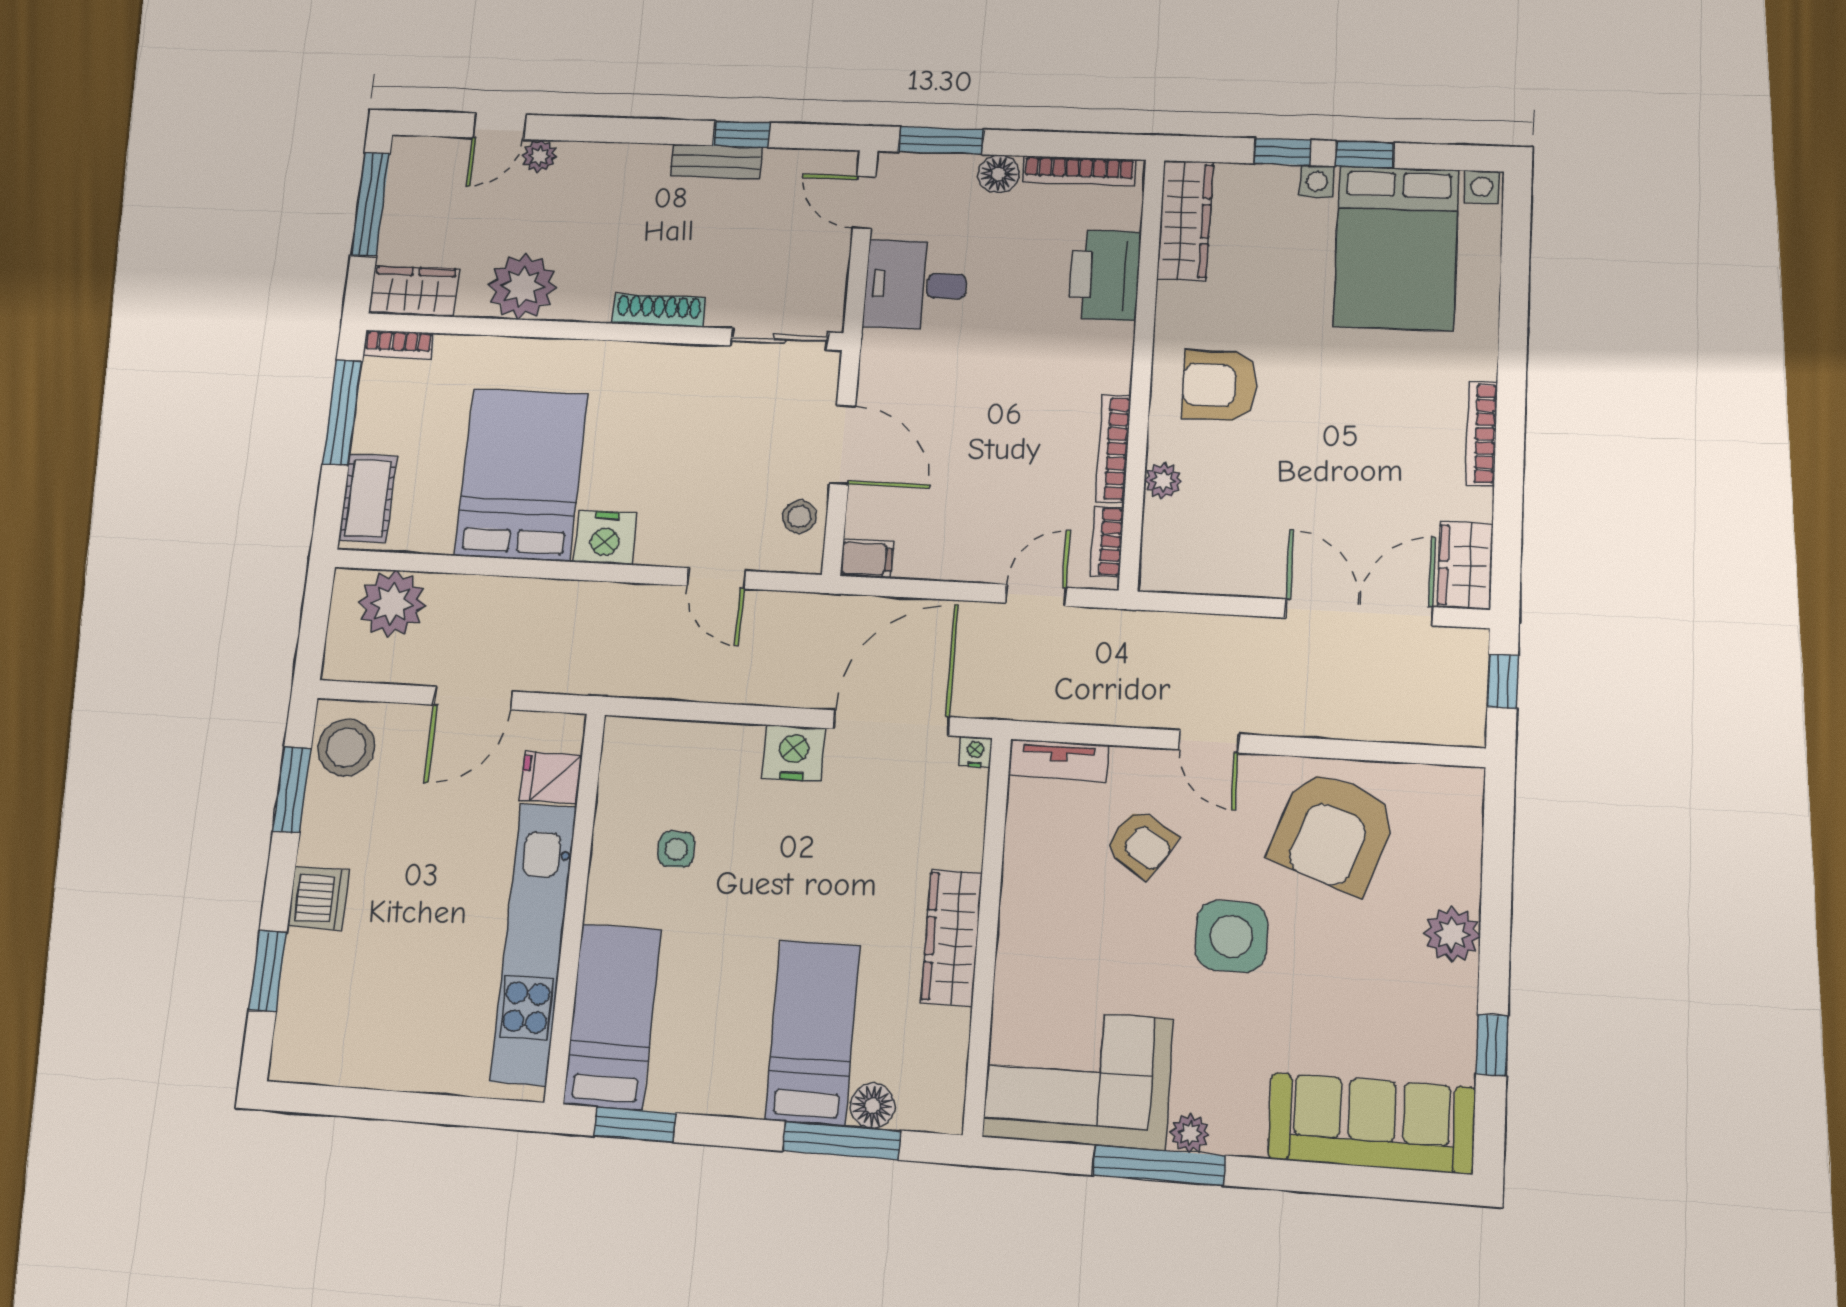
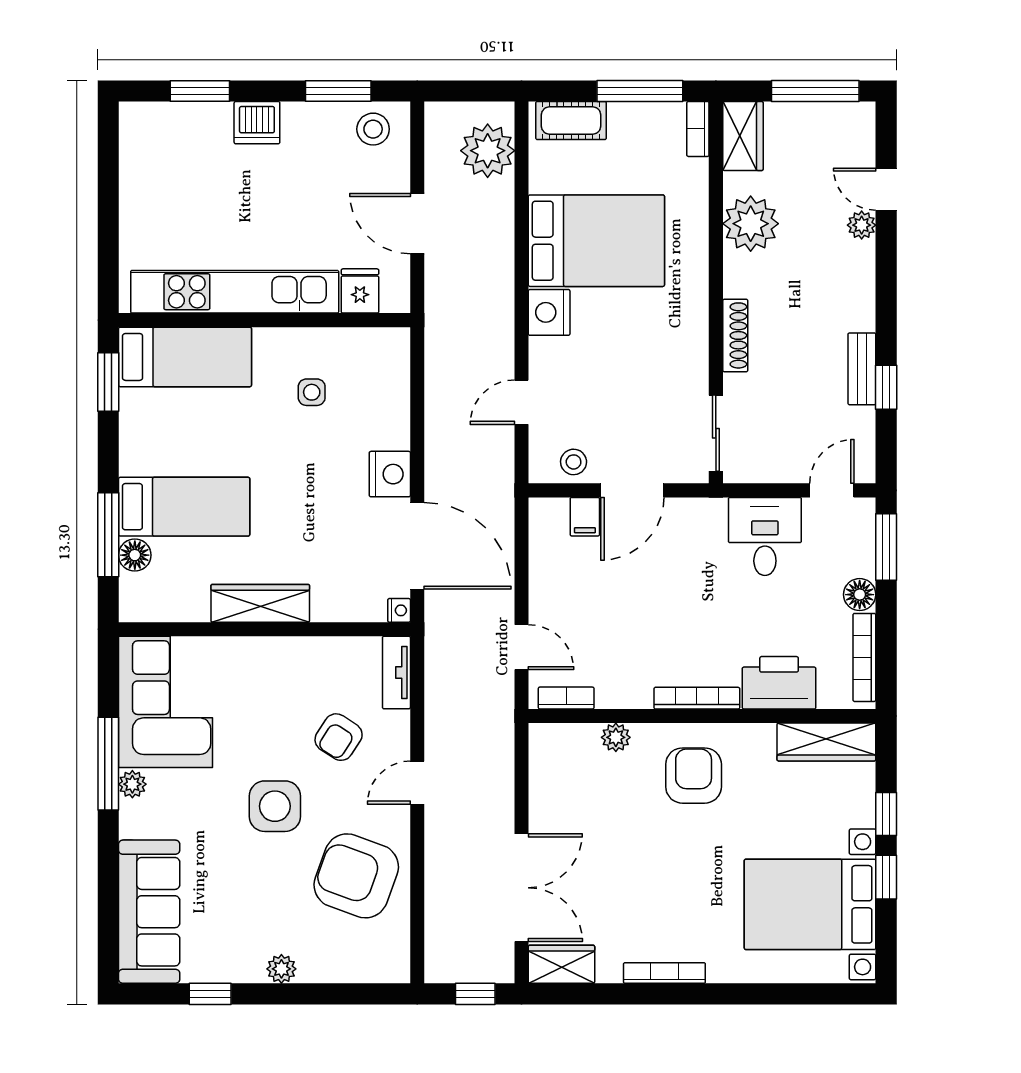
bookcase: (1113, 449) -> (697, 698), moved
filing cabinet: (867, 559) -> (585, 517), moved
stool: (346, 748) -> (373, 129), width x0.73, depth x0.73
plant: (1452, 934) -> (281, 969), width x0.73, depth x0.73

